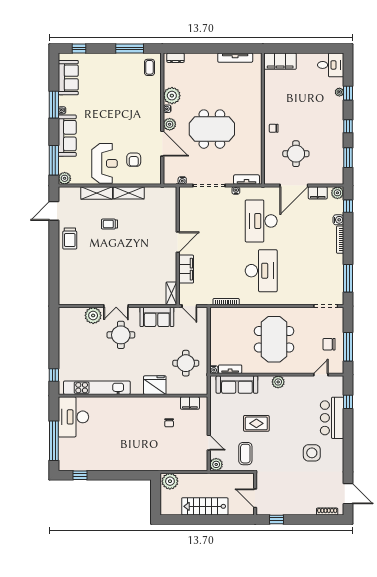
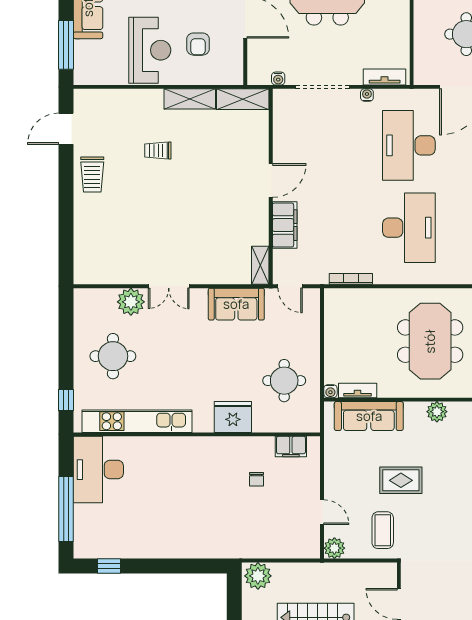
plant: (65, 178) -> (84, 75), removed
shelving: (97, 193) -> (243, 99), moved
round table: (121, 335) -> (113, 356), moved

